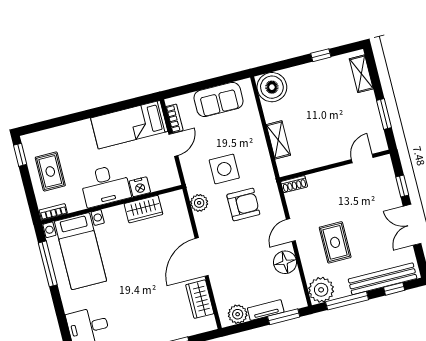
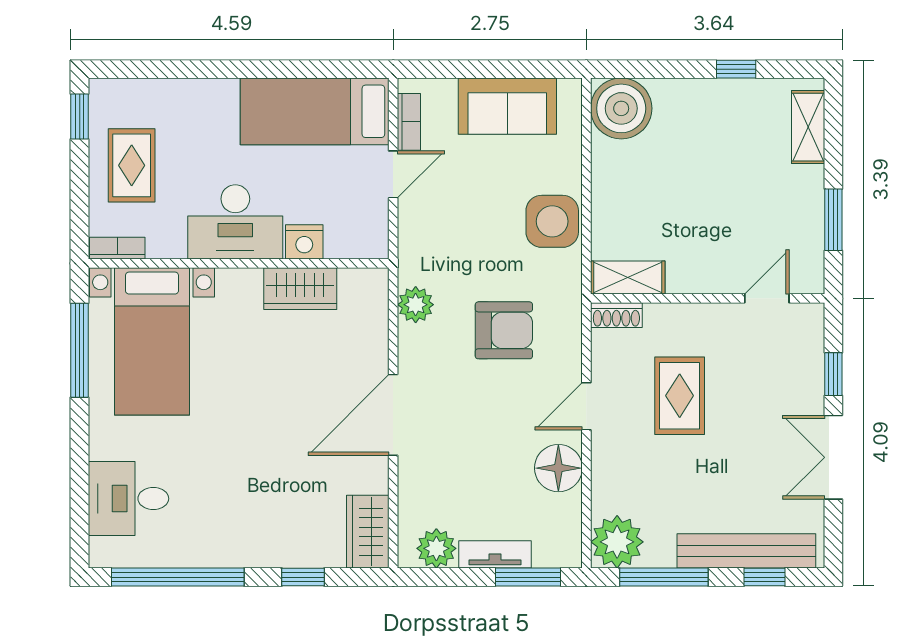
shelving: (278, 140) -> (628, 278), moved, turned 90
side table: (224, 169) -> (552, 221), moved
rug: (335, 242) -> (680, 396), moved
wardrobe: (200, 299) -> (368, 532), moved

